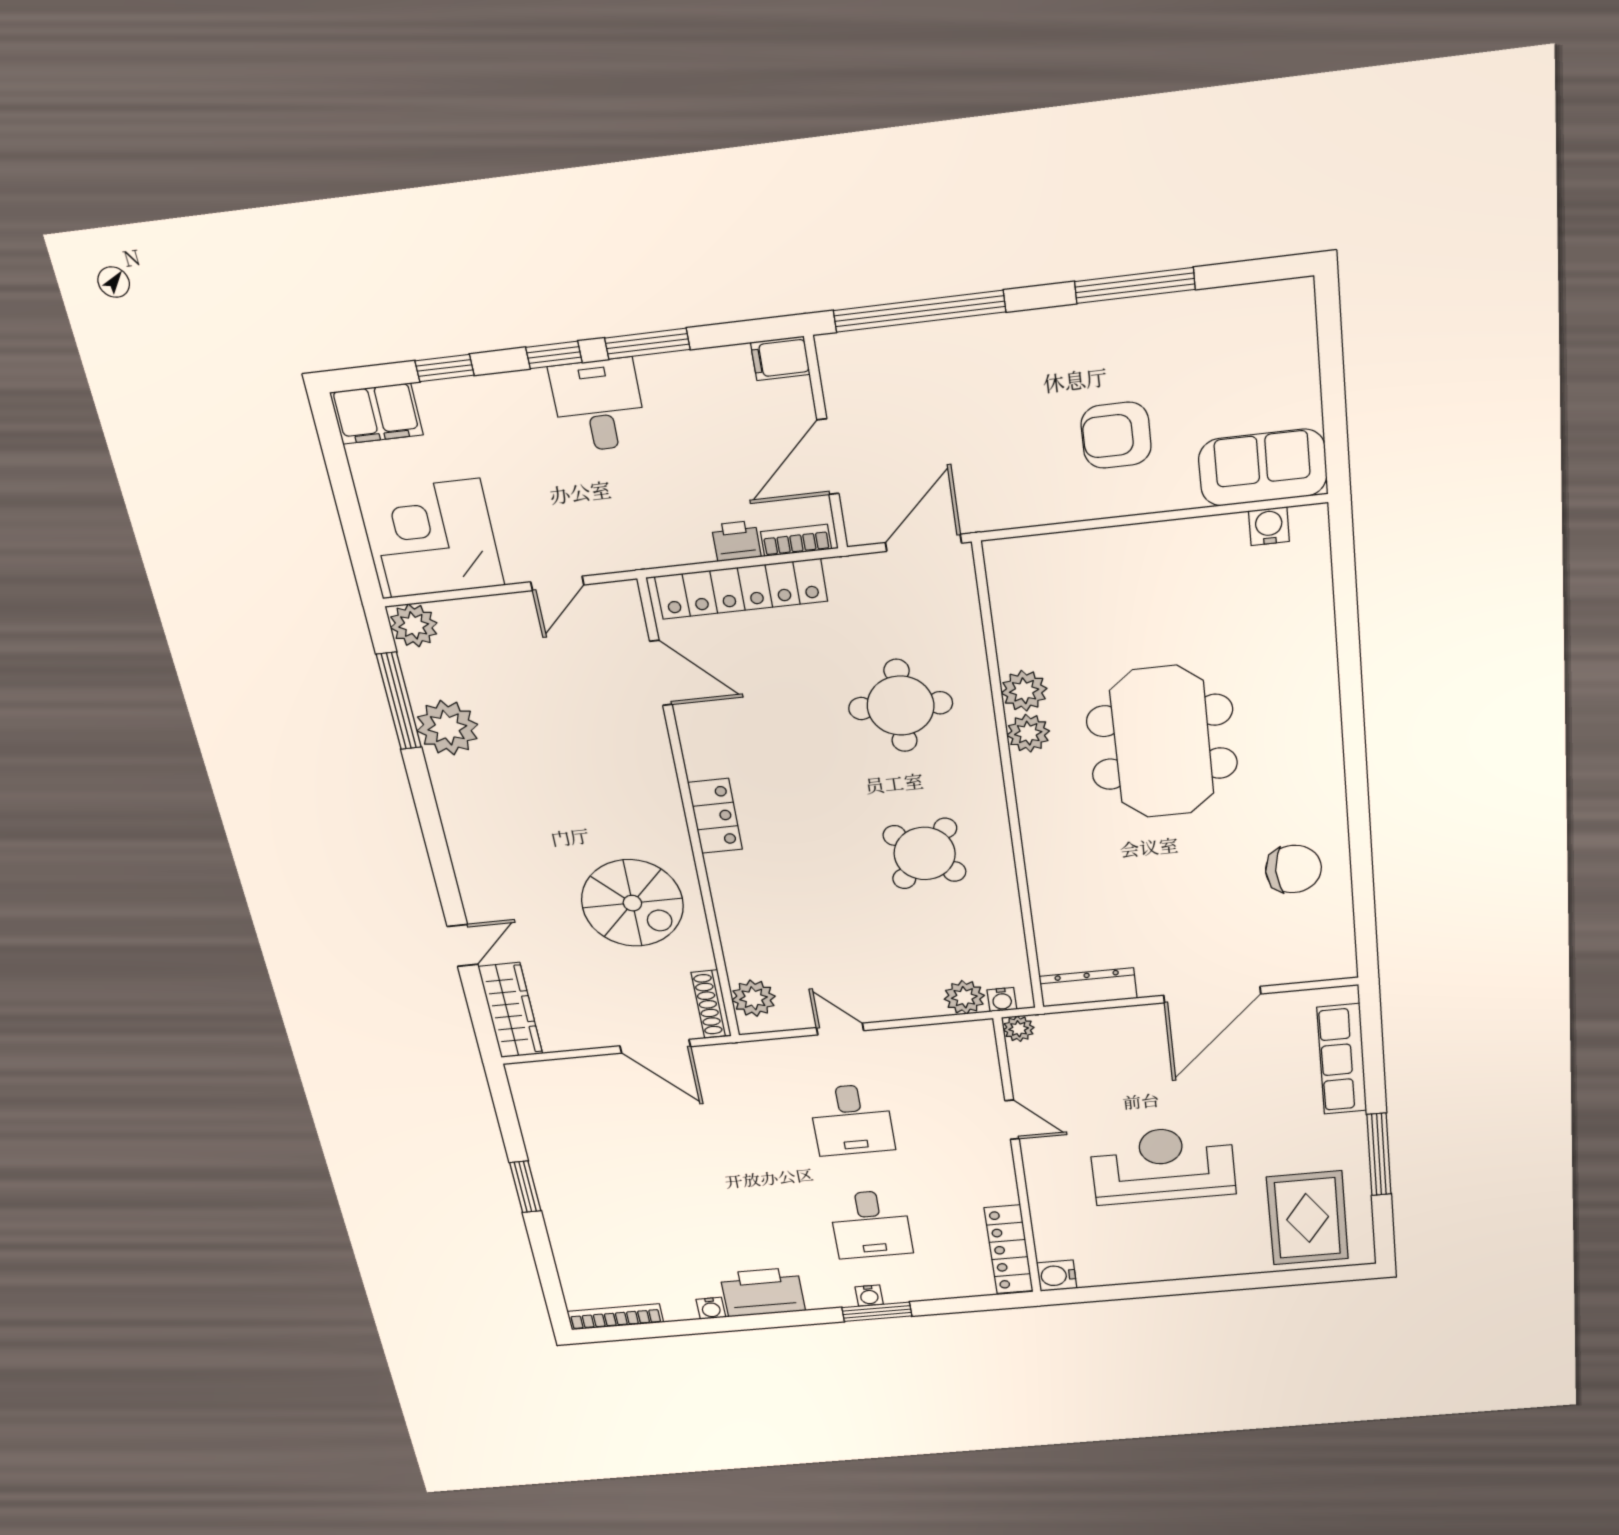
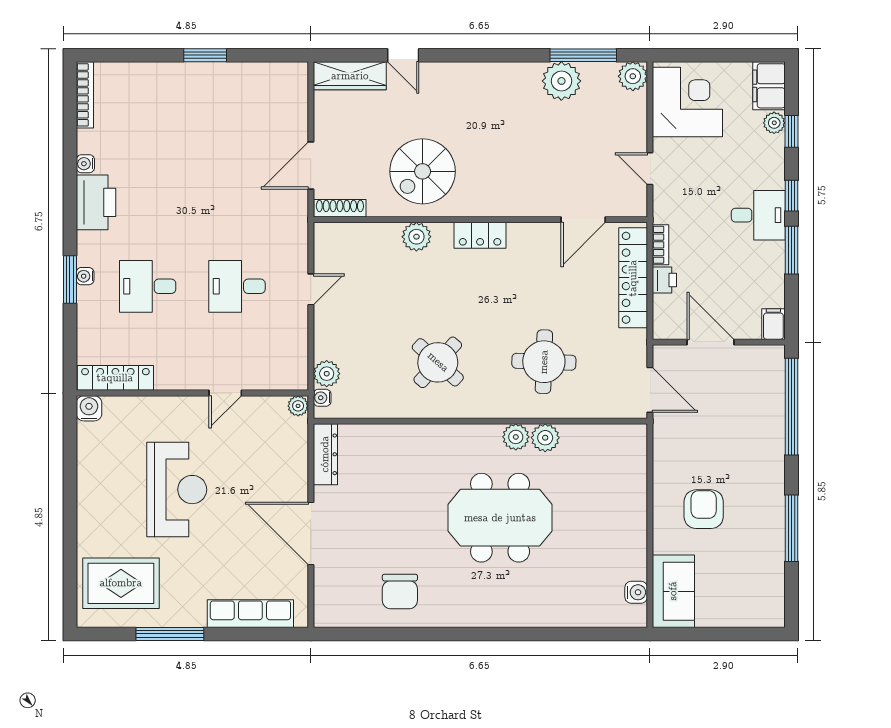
plant: (437, 398) -> (774, 123), added
bookcase: (796, 540) -> (660, 245), moved
plant: (753, 998) -> (416, 237), moved

